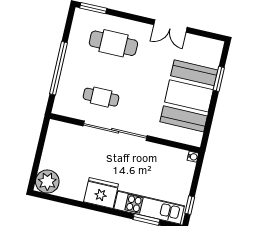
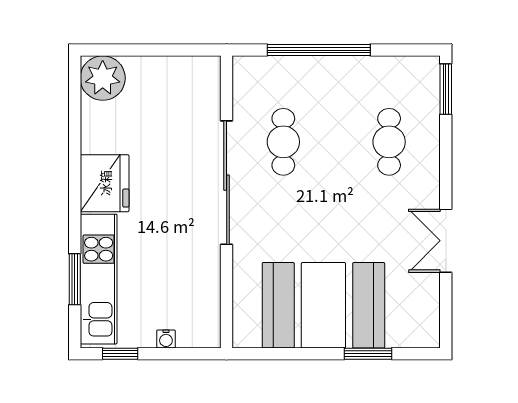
cafe table: (113, 43) -> (389, 142), width x0.73, depth x0.74
water cooler: (193, 157) -> (166, 339), moved

